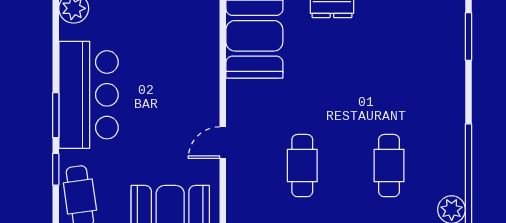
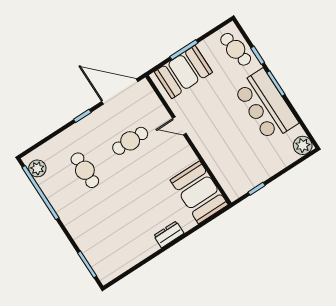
door: (223, 143) -> (179, 126), swing flipped
cafe table: (302, 166) -> (130, 141), turned 90

